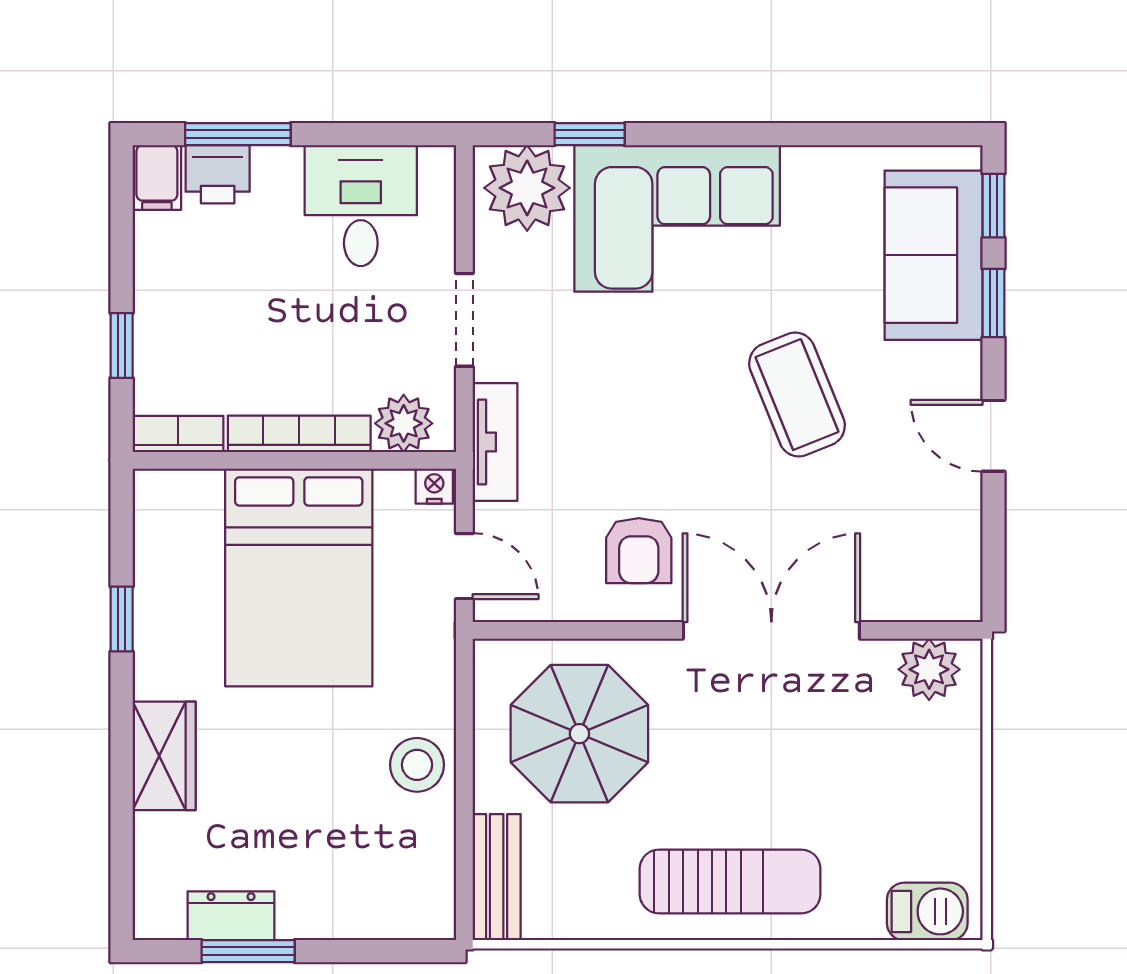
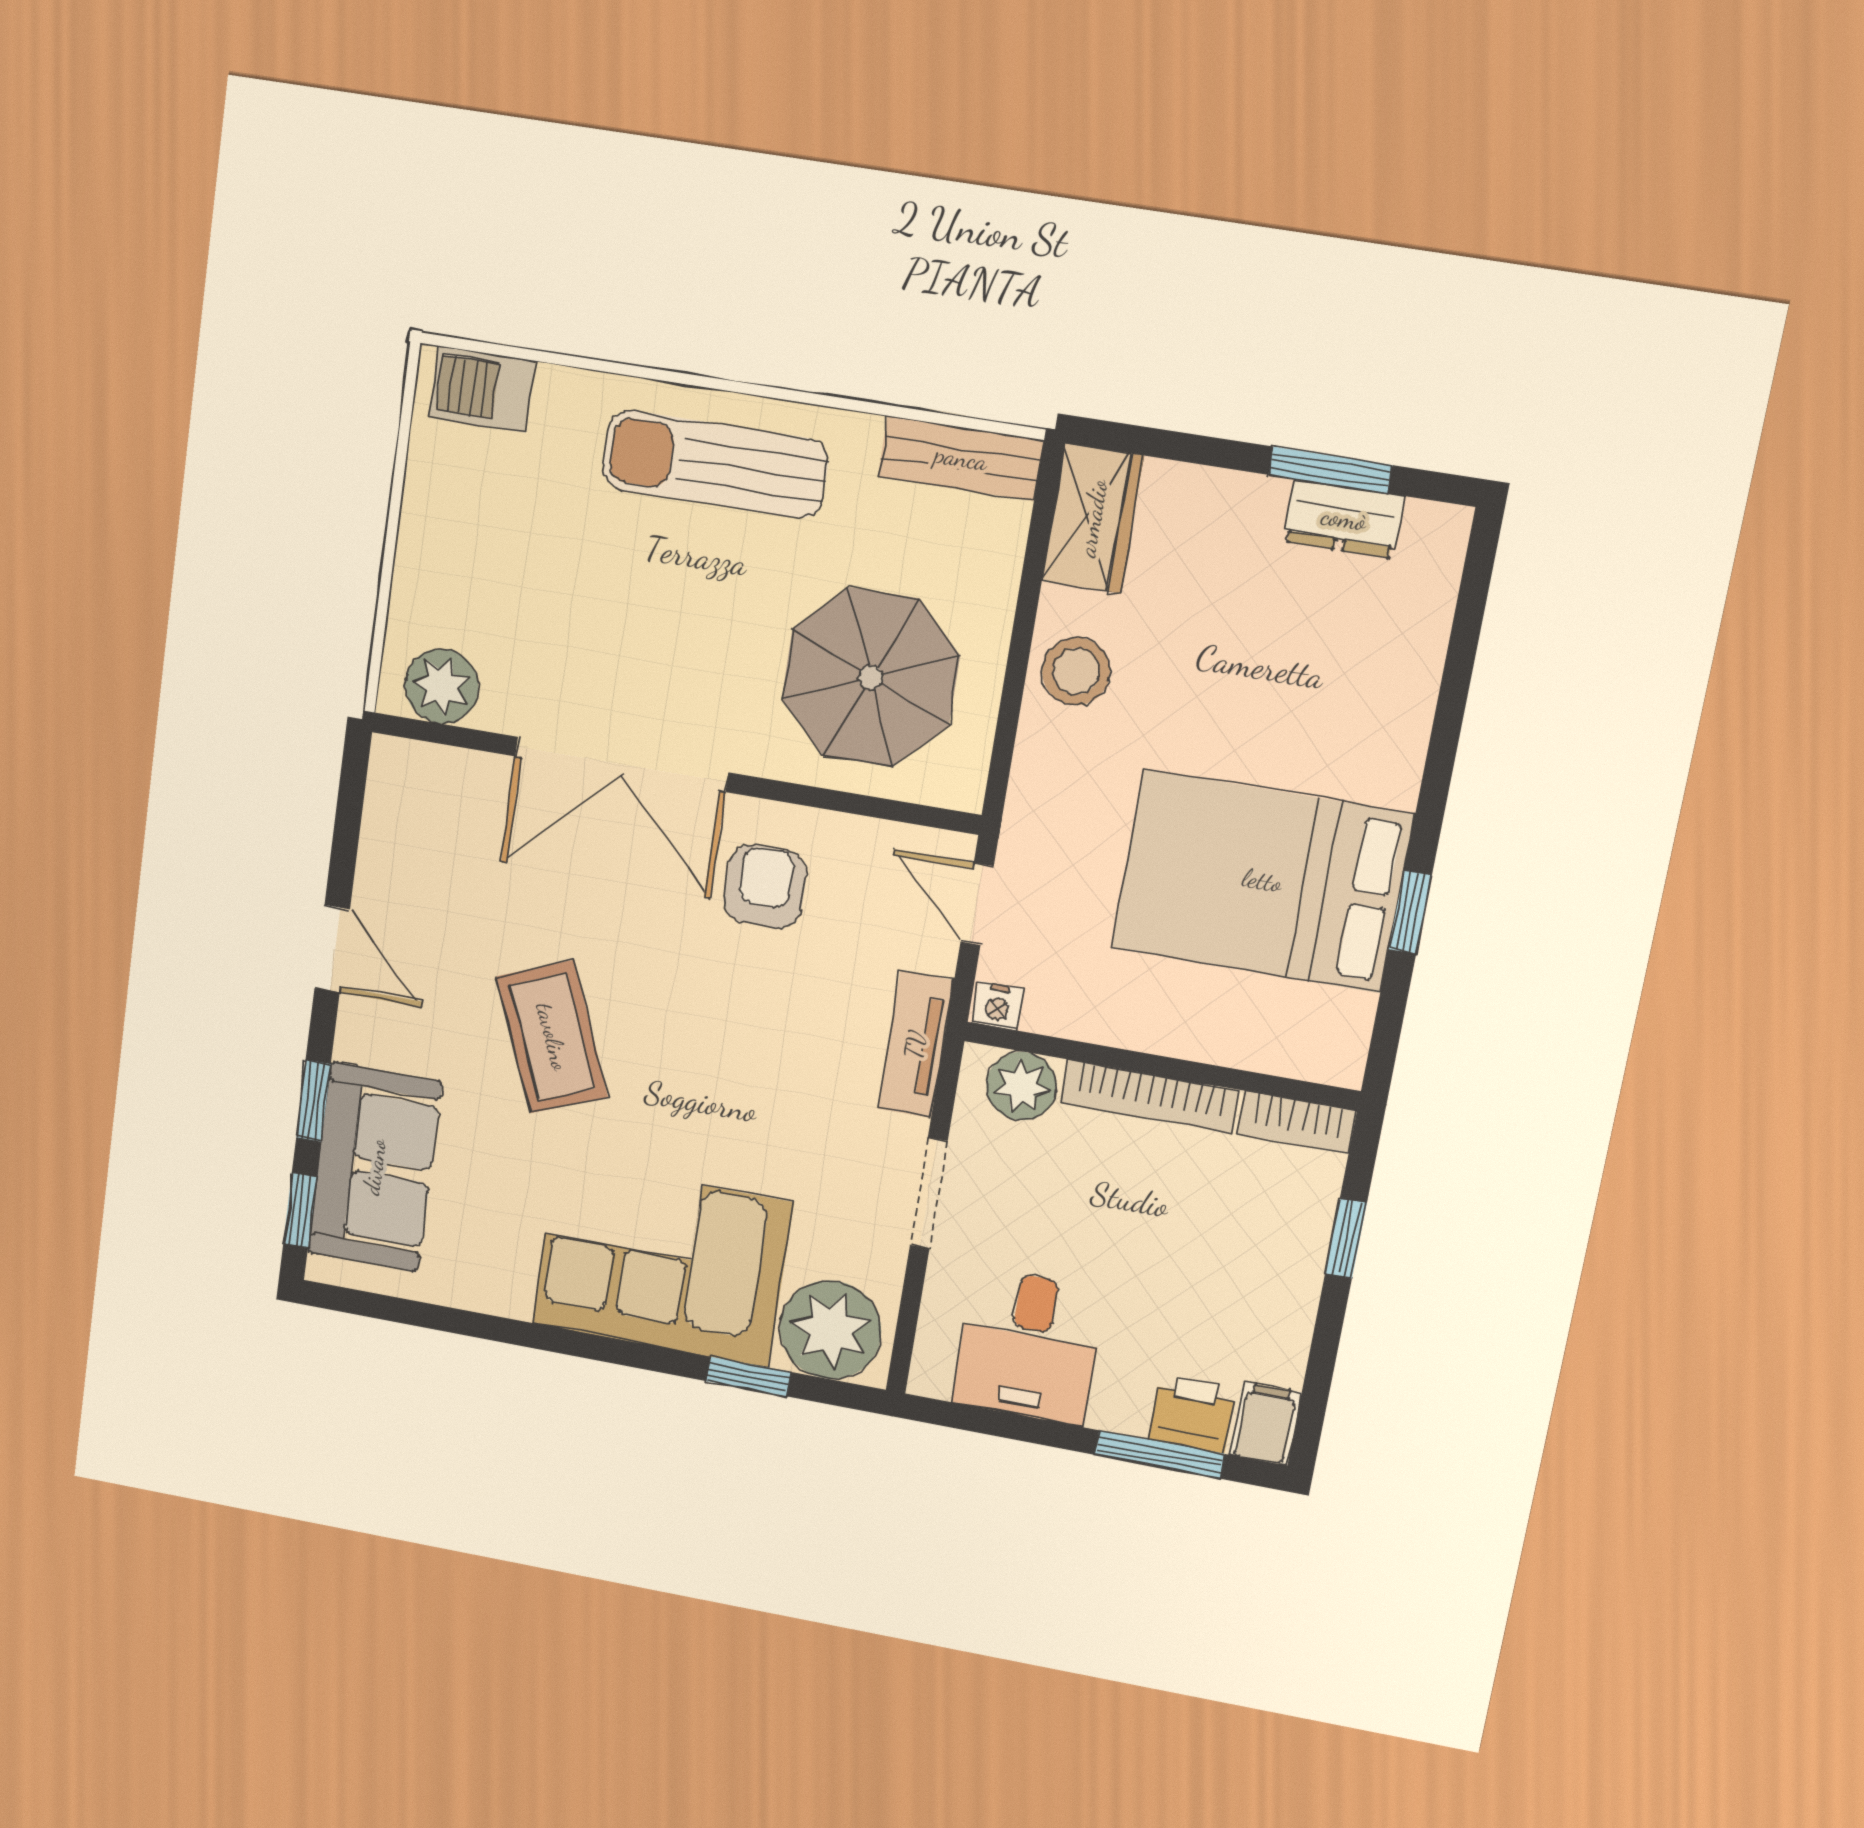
bed: (299, 578) -> (1262, 881), moved, turned -90
wardrobe: (164, 756) -> (1093, 518), moved, turned 180
bench: (497, 877) -> (961, 458), moved, turned 90

